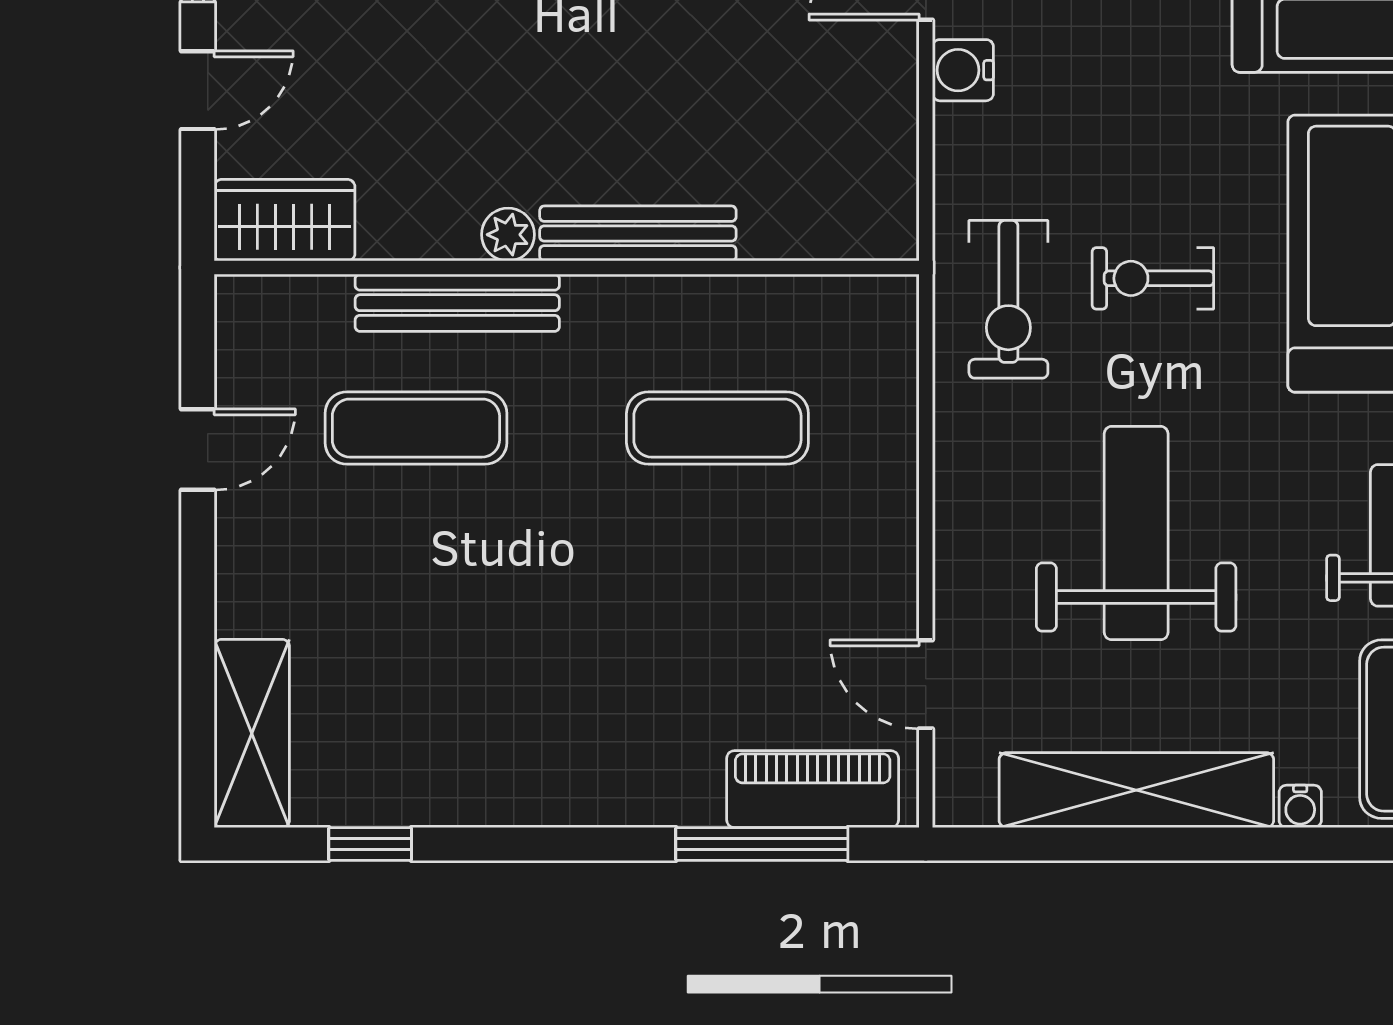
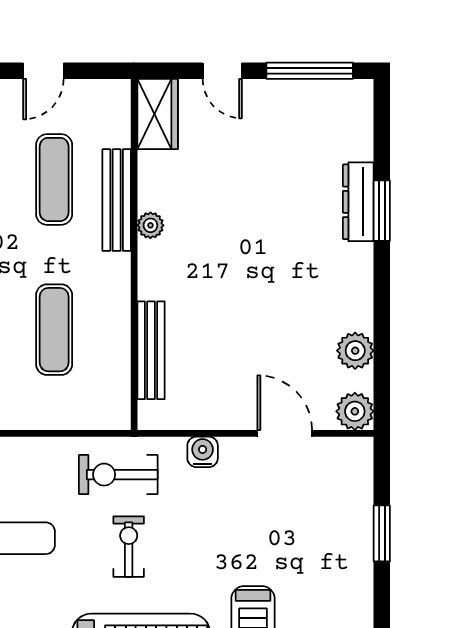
water cooler: (963, 70) -> (203, 452), moved
bench: (638, 233) -> (151, 350), moved
door: (198, 449) -> (43, 71), hinge flipped

